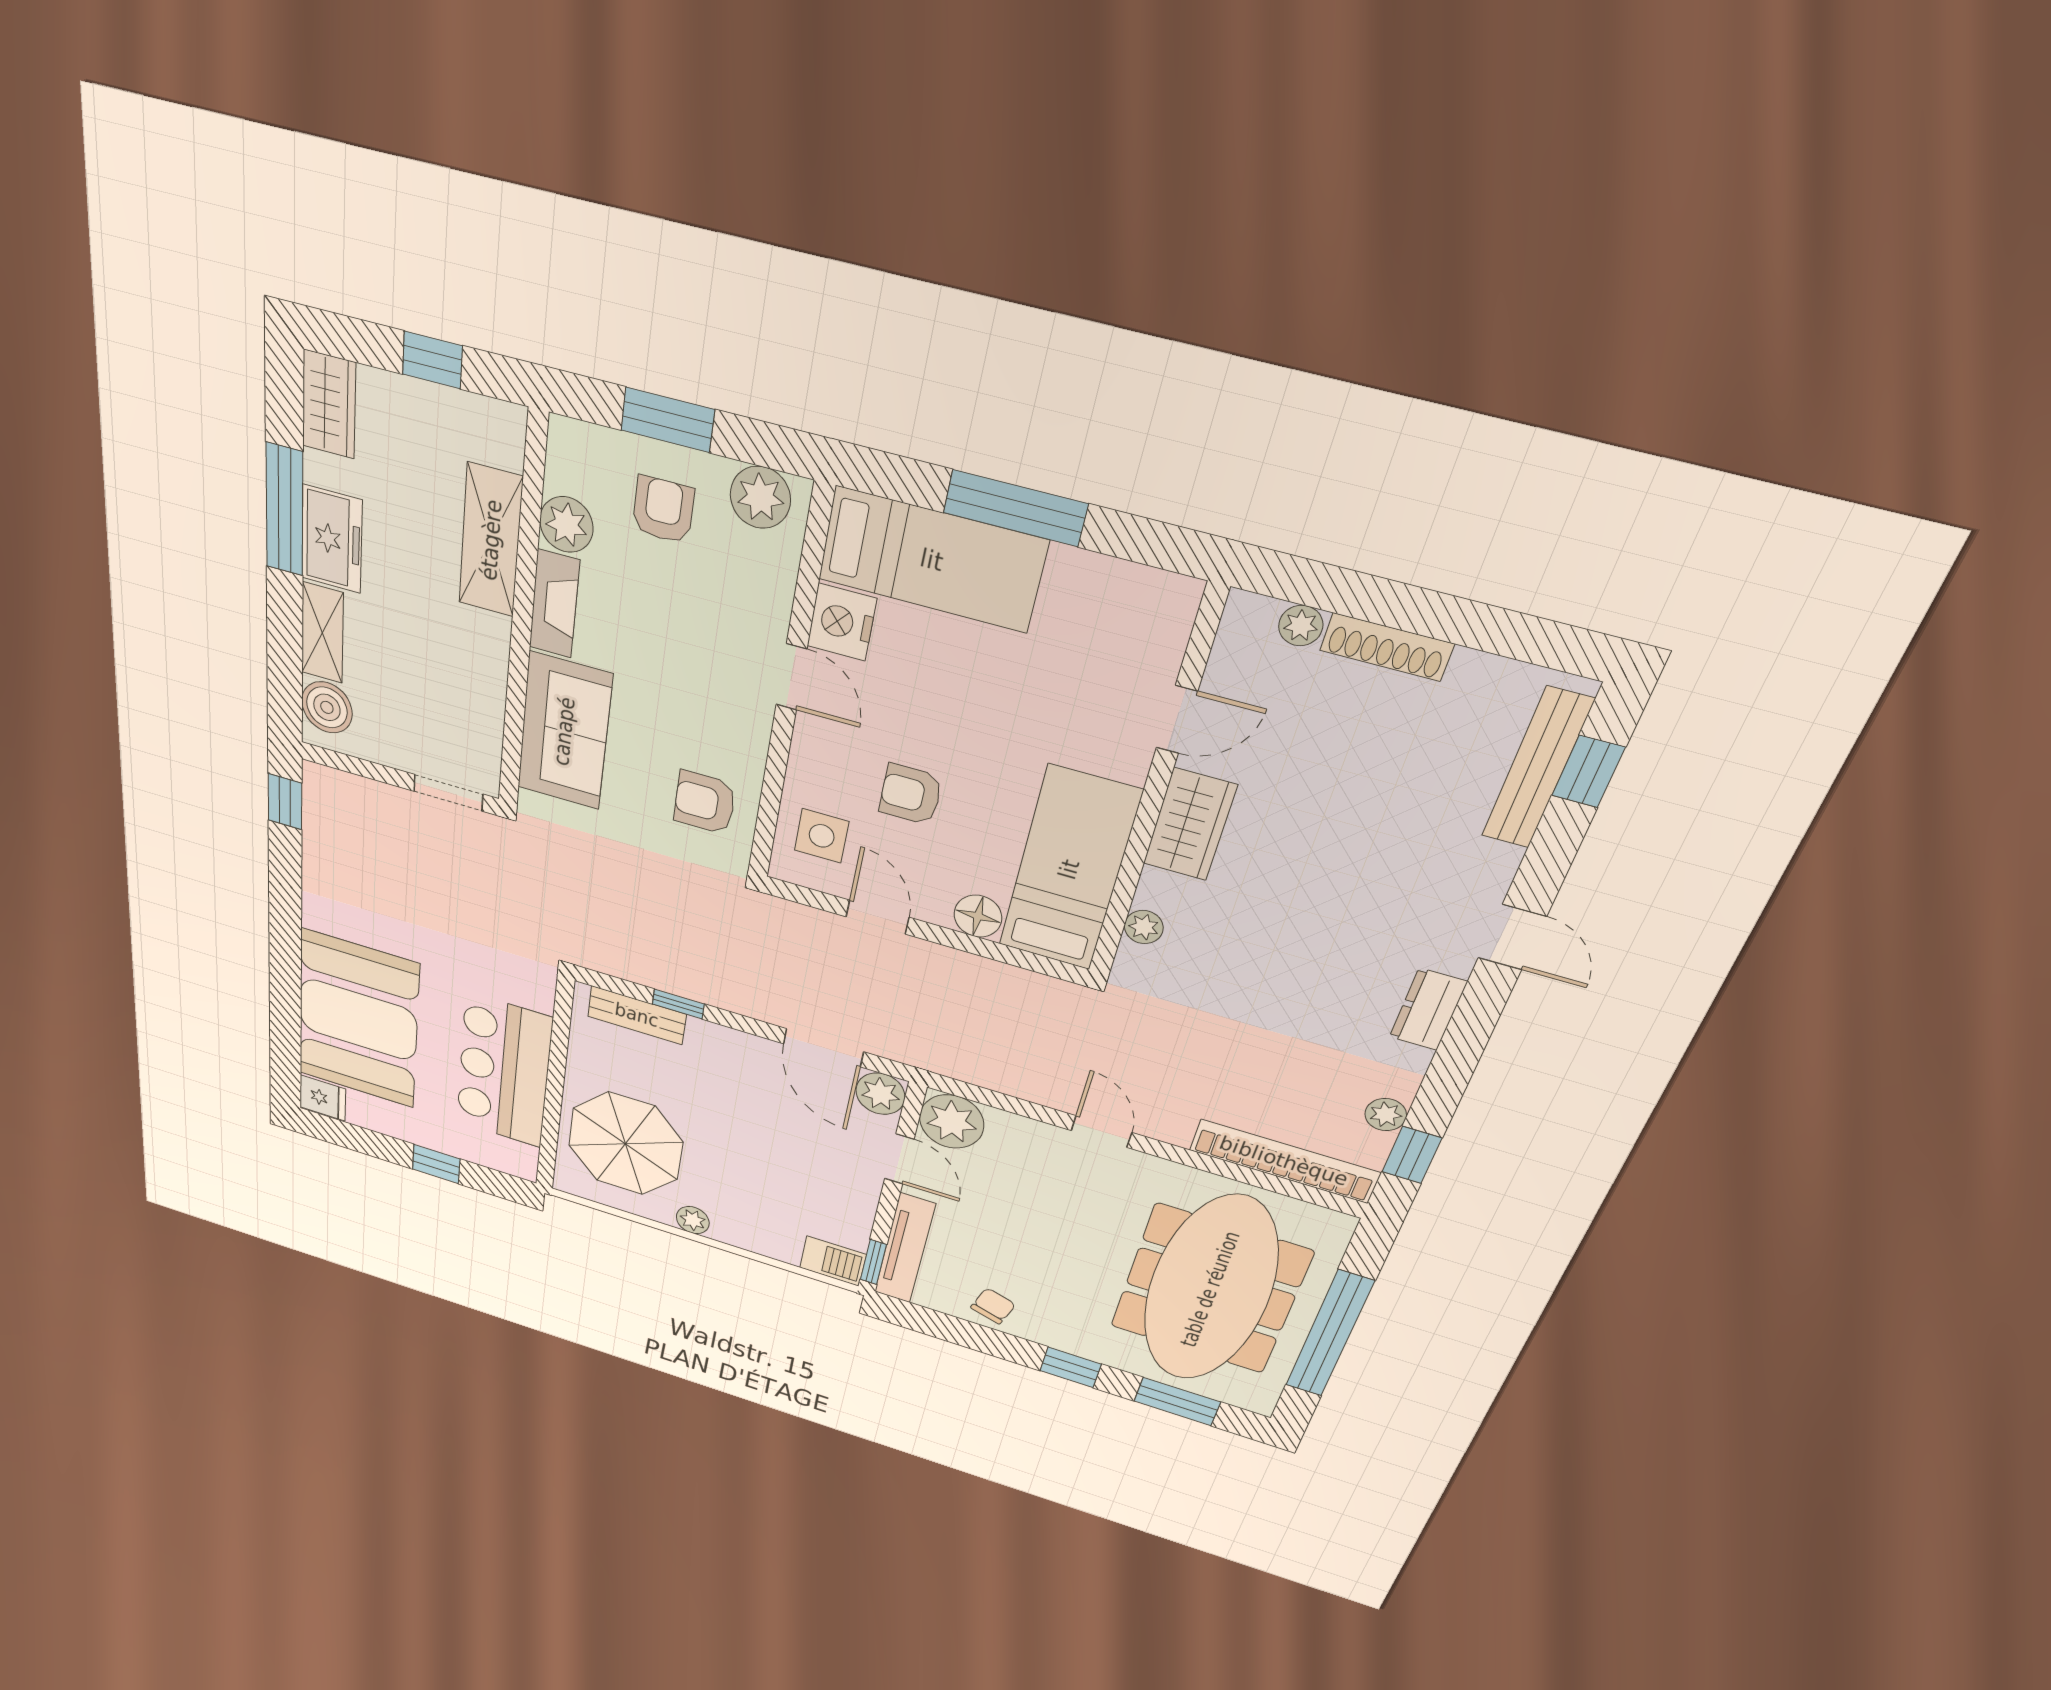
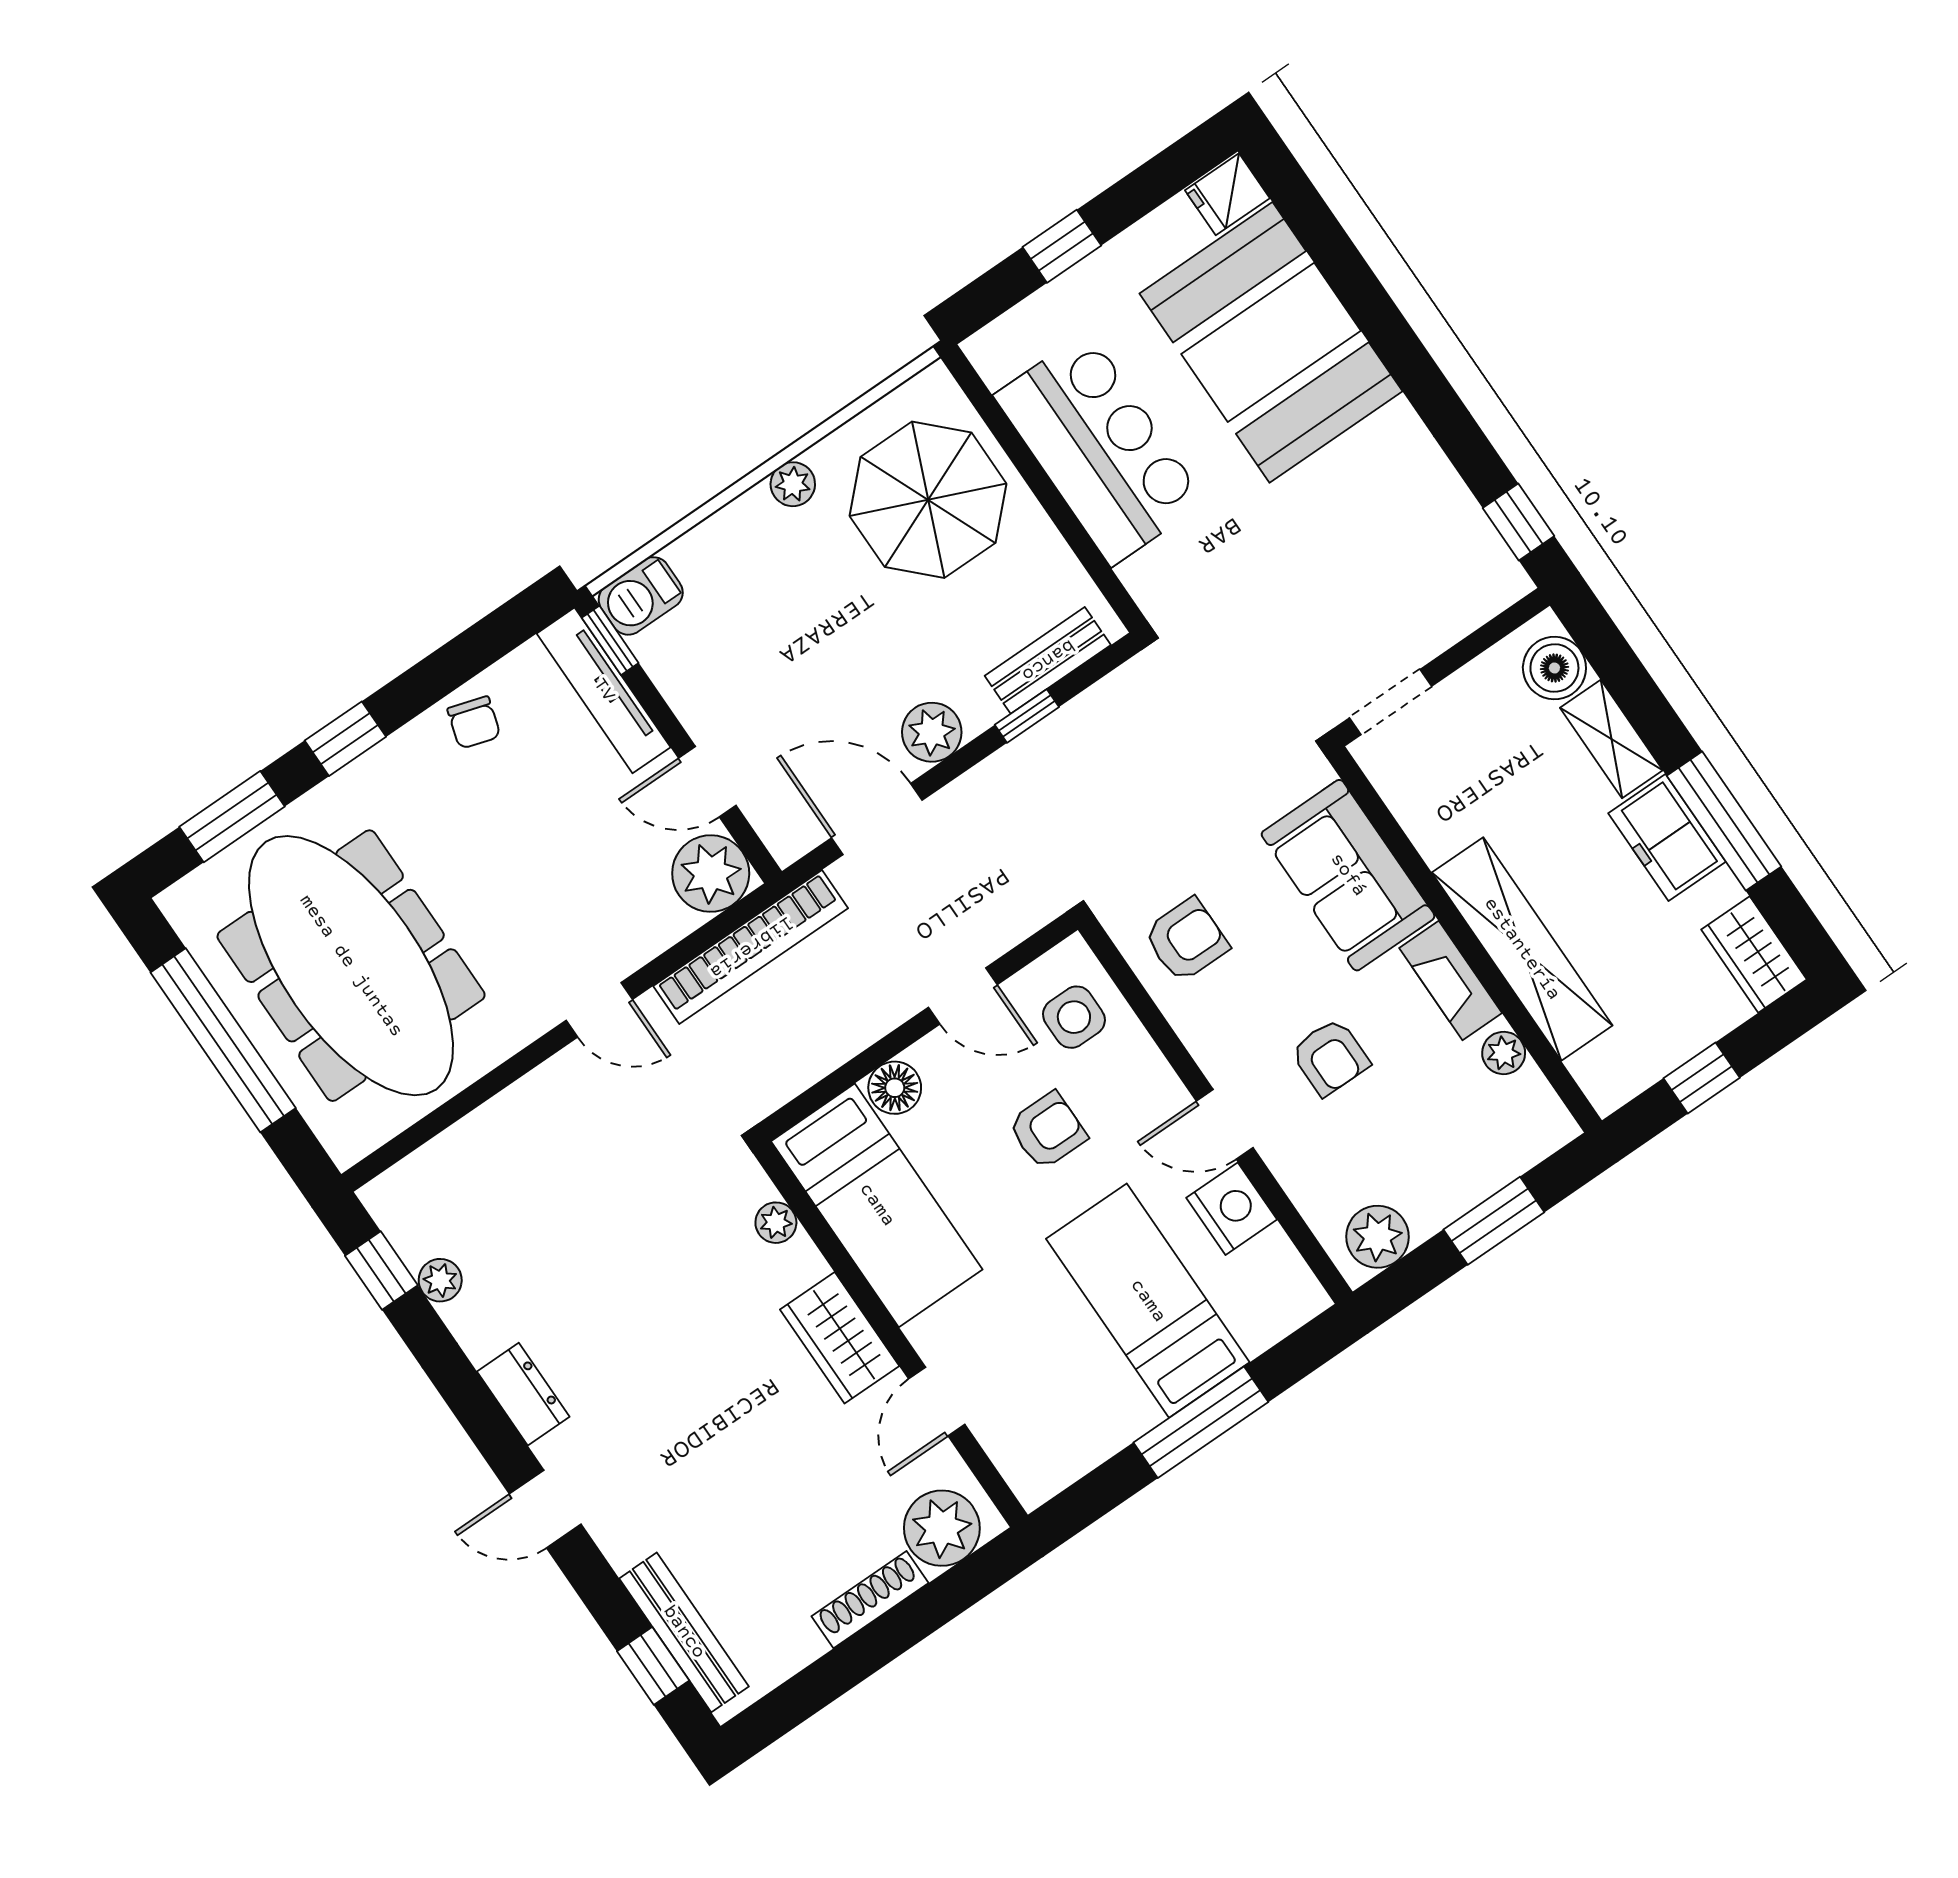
armchair: (663, 510) -> (1330, 1057), moved
plant: (566, 525) -> (1504, 1053), width x0.73, depth x0.73
shelving: (491, 540) -> (1522, 949), width x1.47
bed: (932, 560) -> (1148, 1301), moved, turned 90
plant: (1301, 626) -> (942, 1528), width x1.88, depth x1.88
plant: (880, 1094) -> (932, 732), moved
bookcase: (1284, 1161) -> (751, 947), moved

